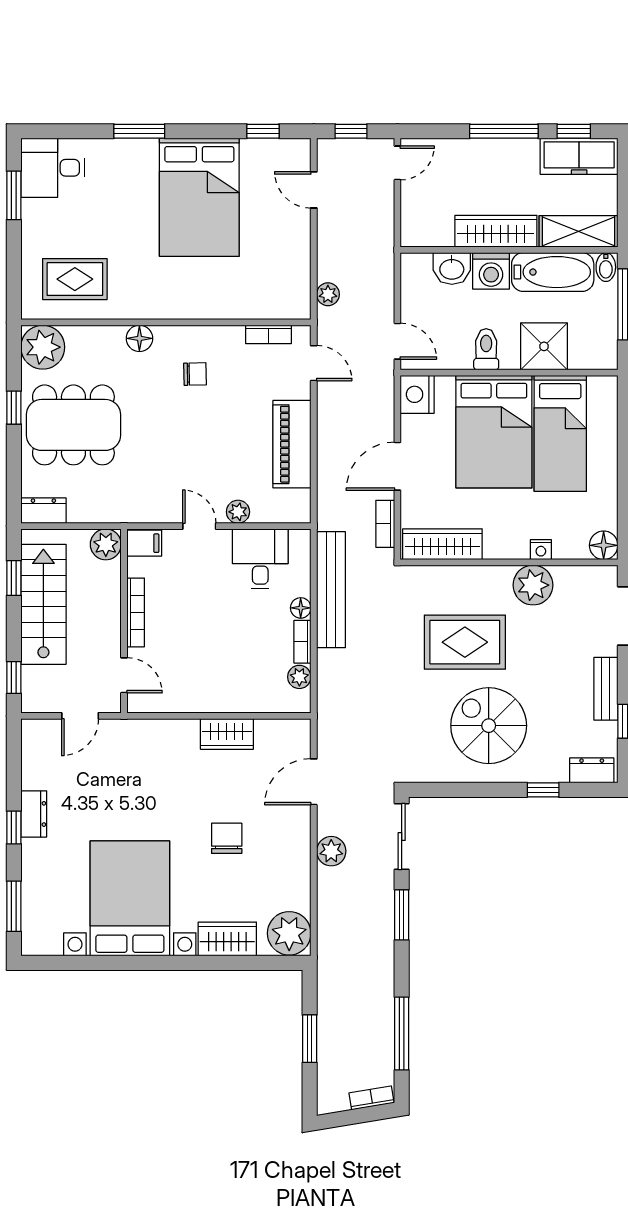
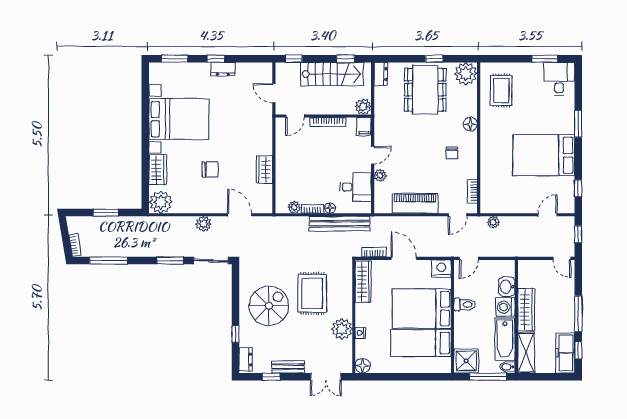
shower: (544, 346) -> (466, 361), moved

